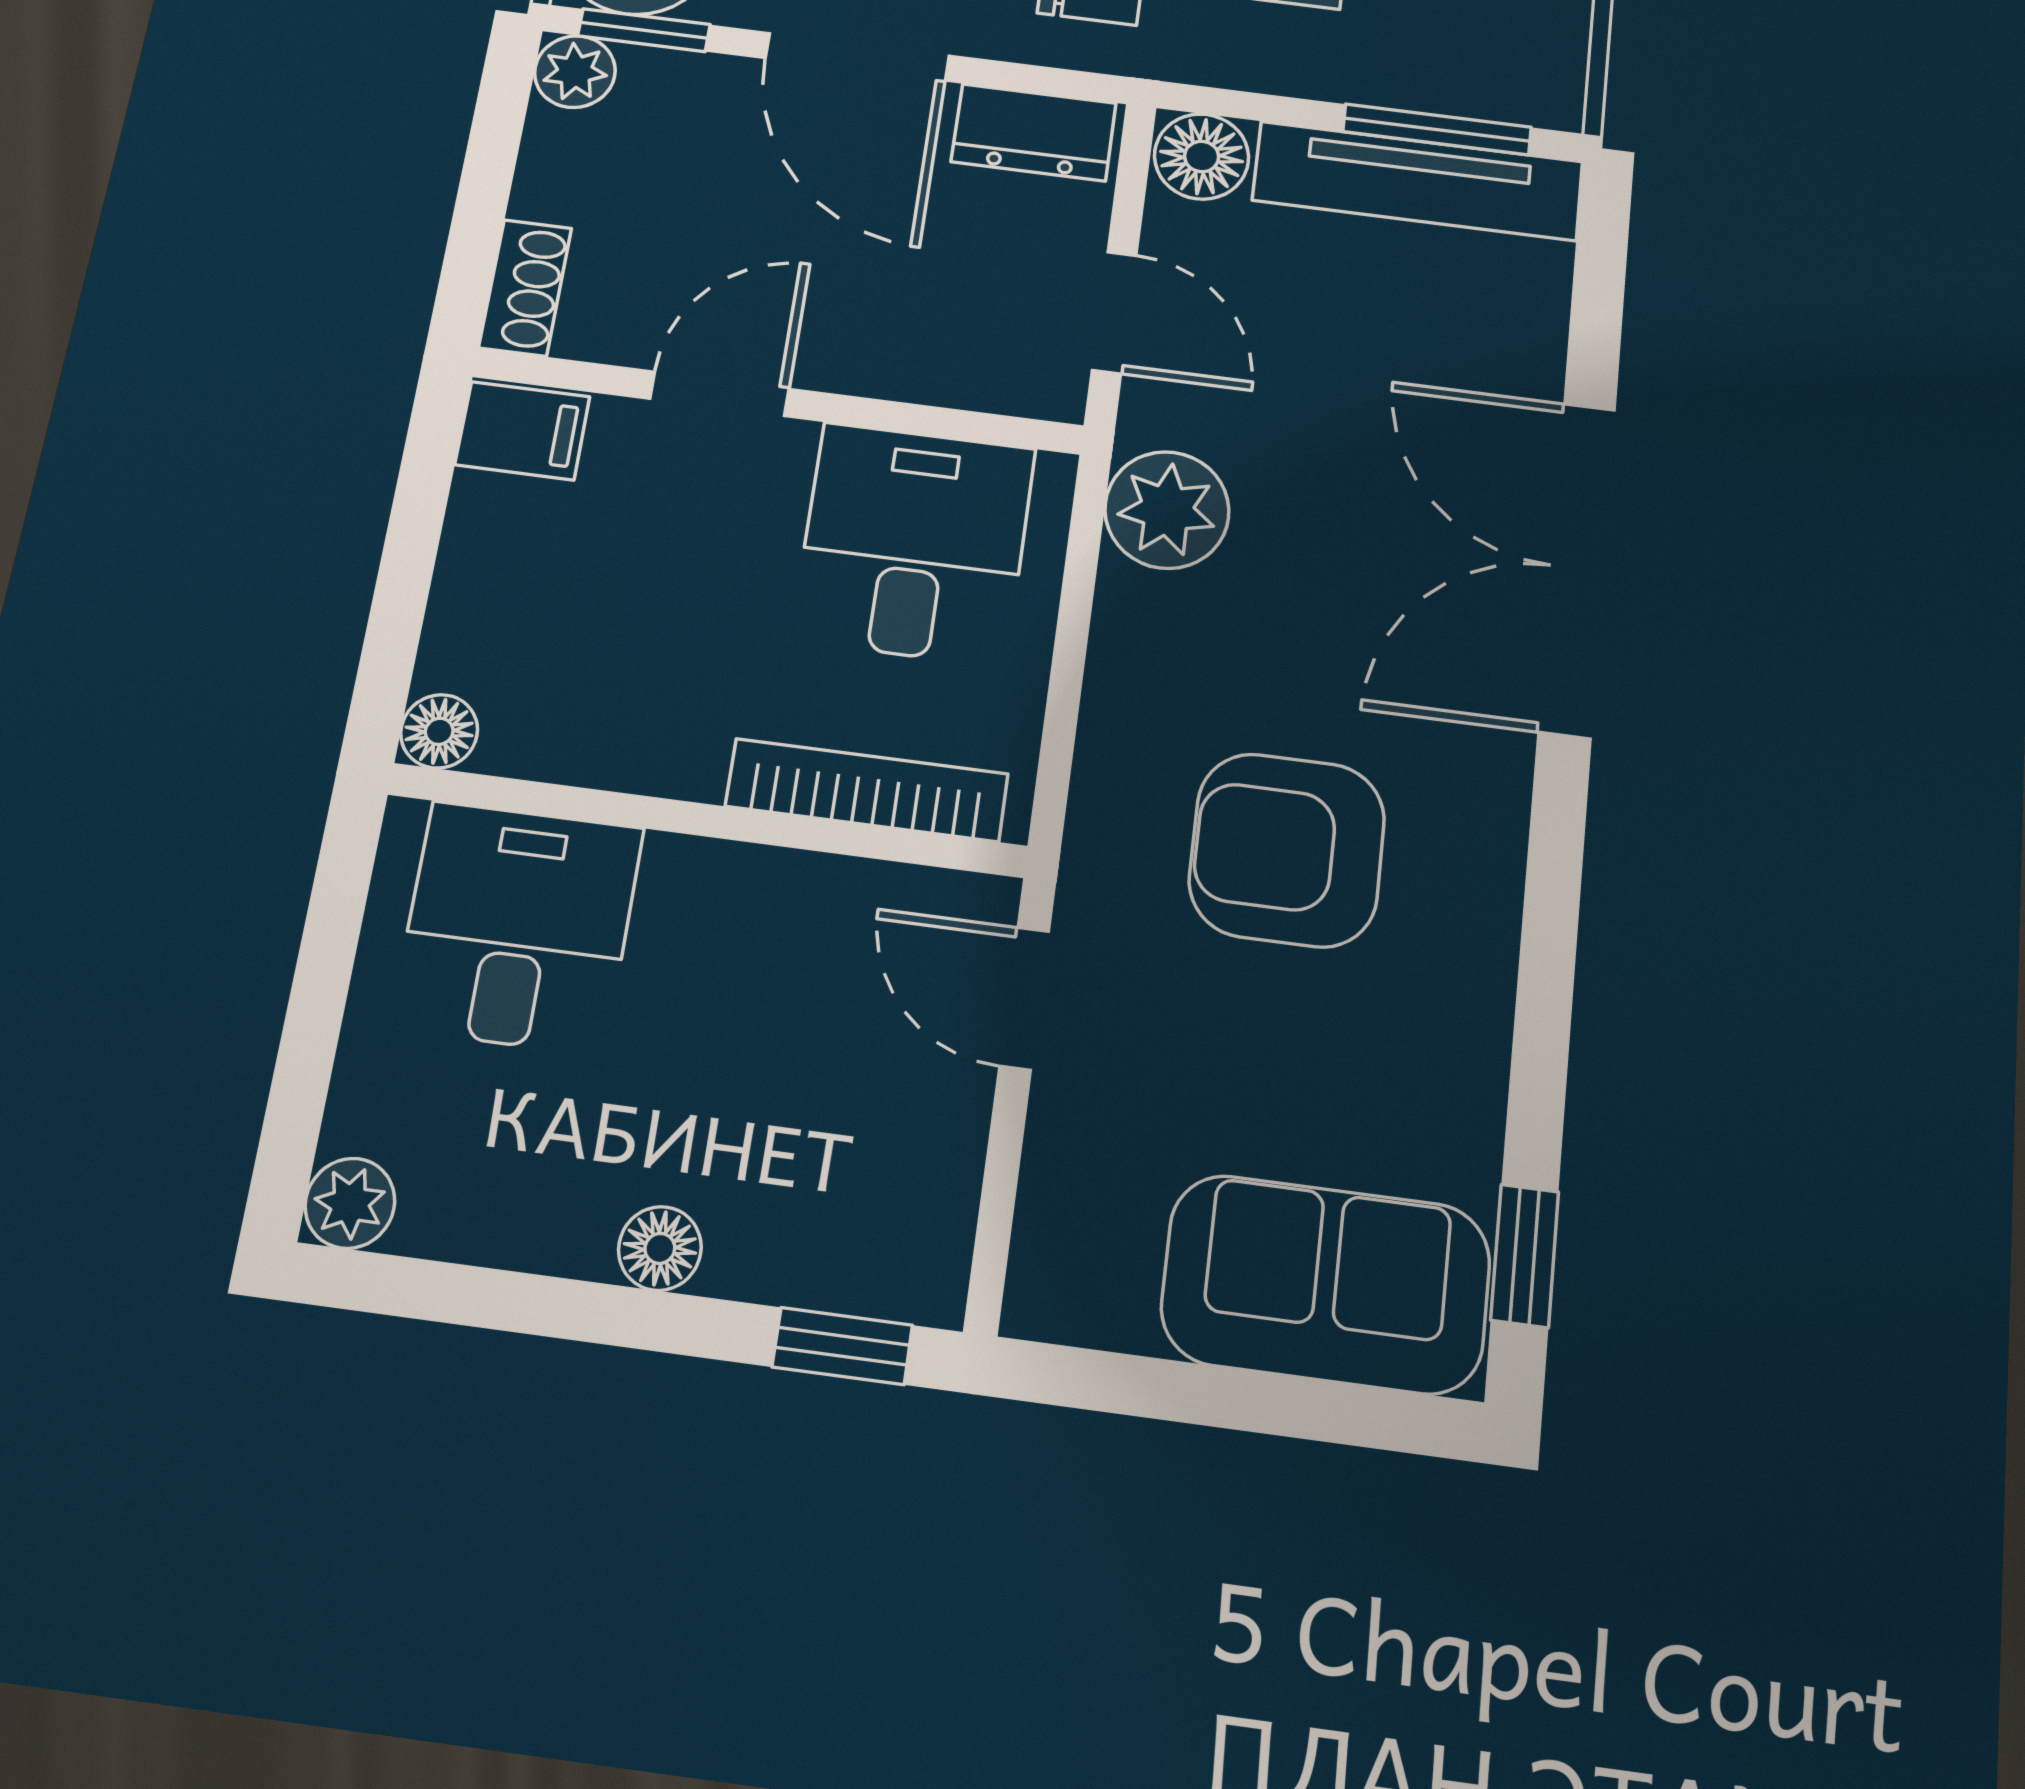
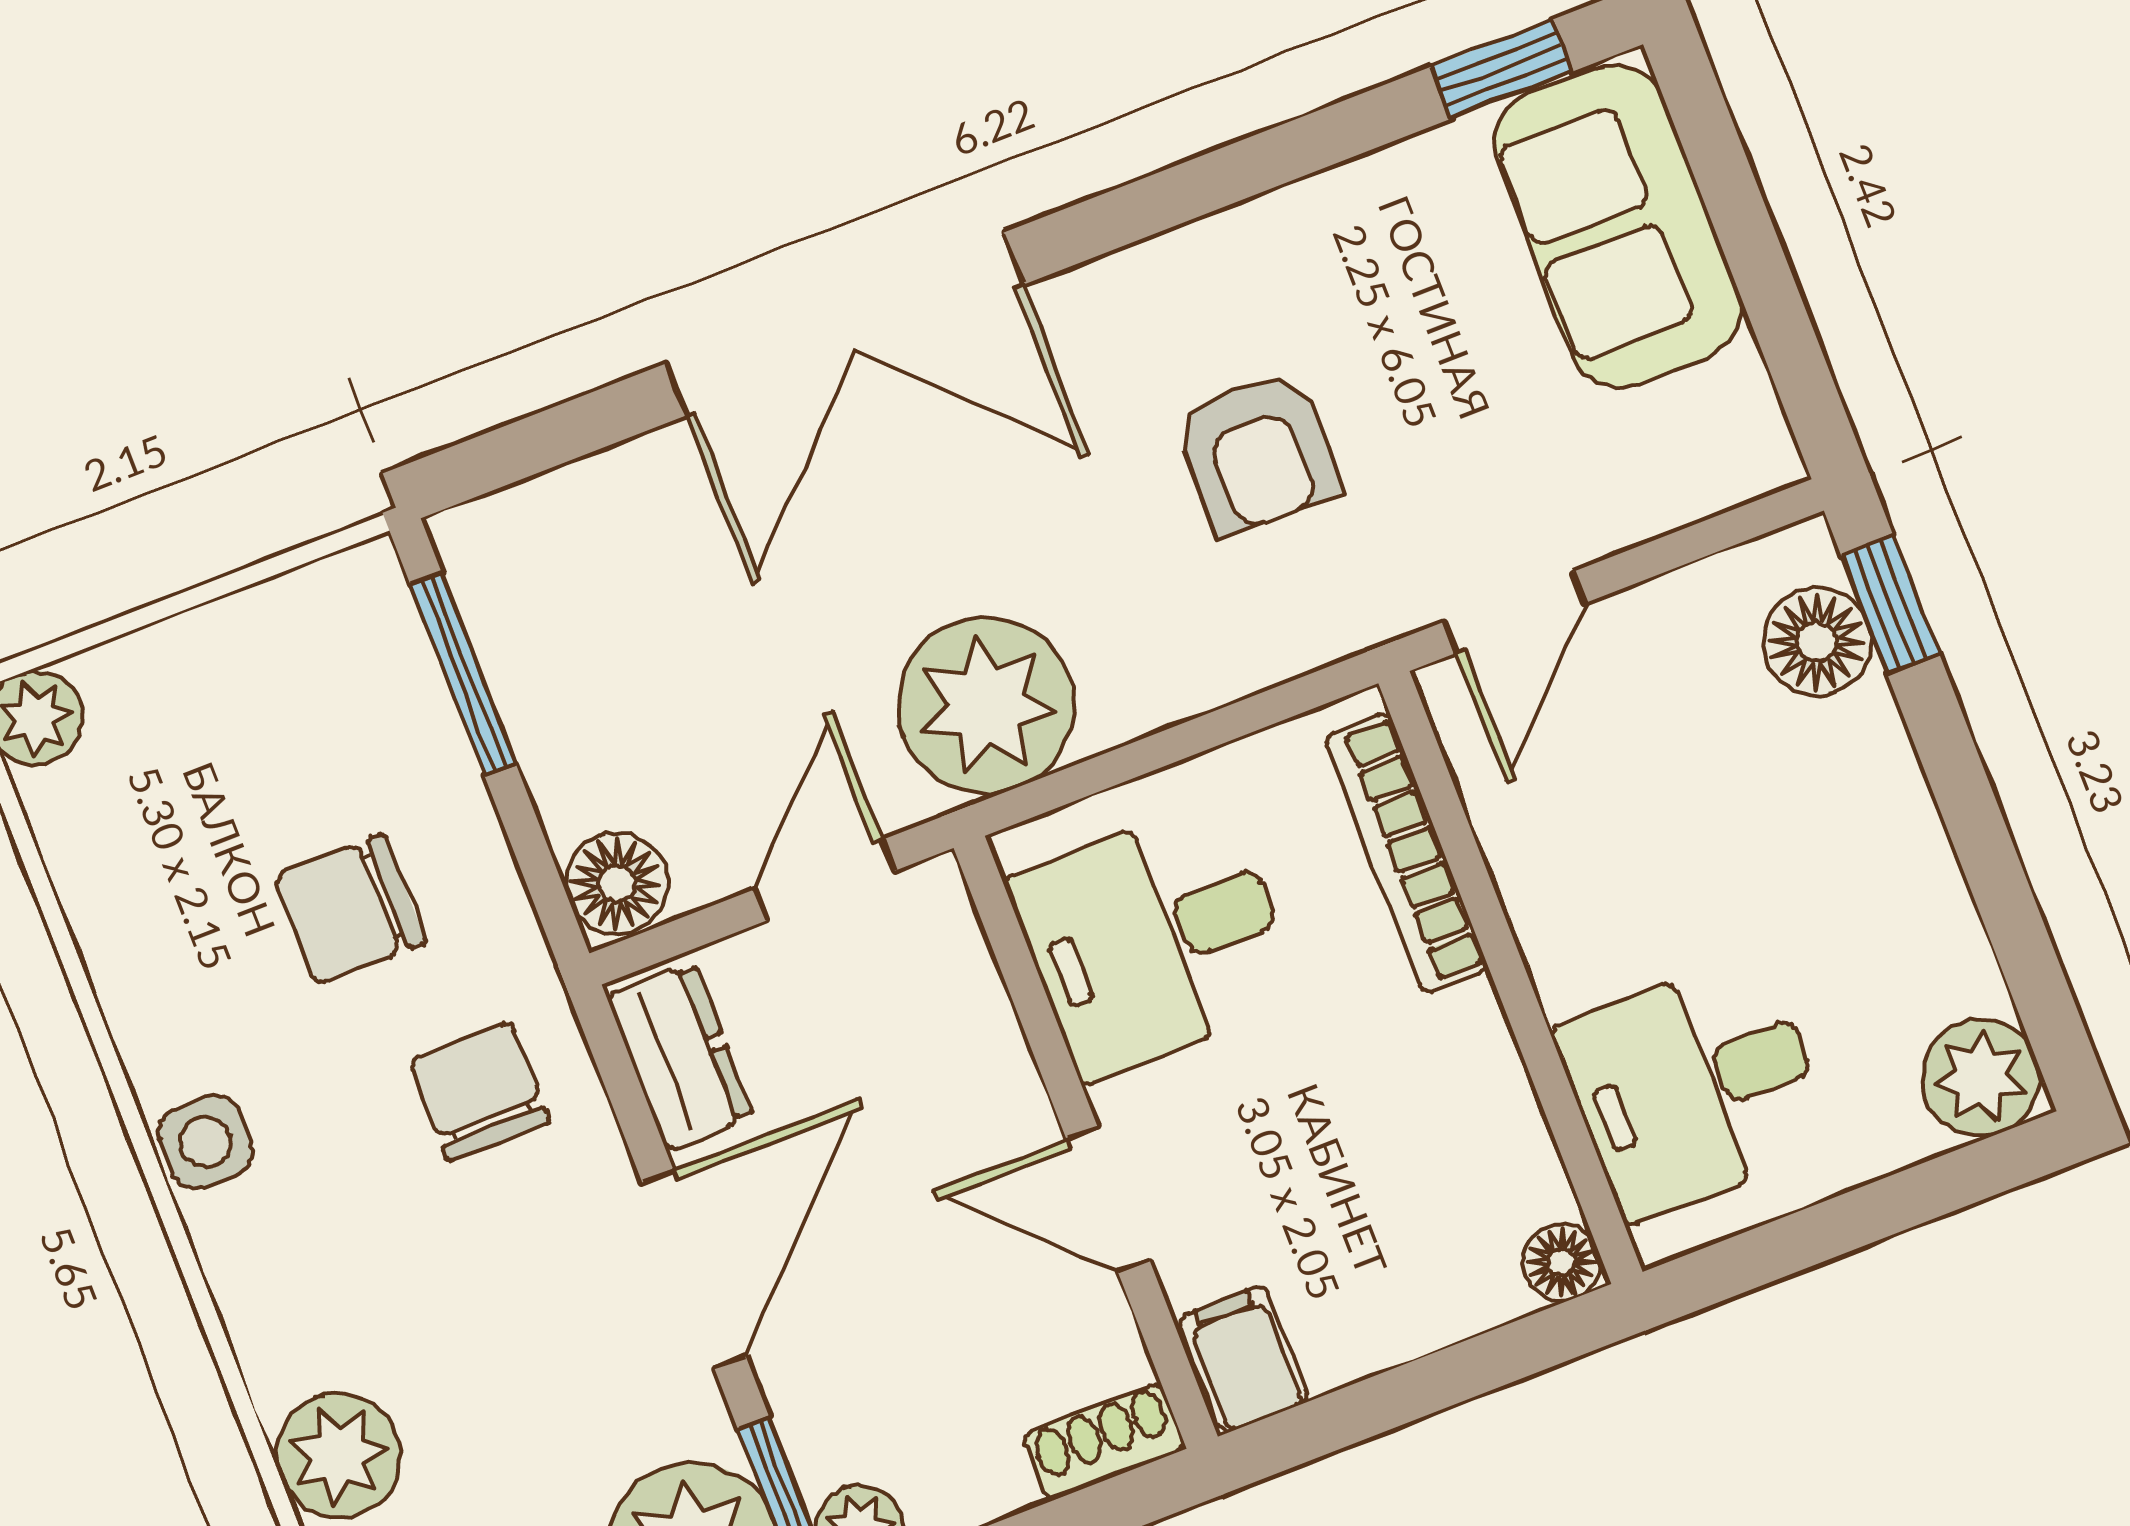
tv unit: (1418, 181) -> (529, 665), removed
plant: (1167, 510) -> (986, 705), width x1.36, depth x1.36
armchair: (1287, 850) -> (1256, 453), width x0.72, depth x0.72
plant: (350, 1203) -> (1981, 1078), width x1.38, depth x1.38
floor lamp: (660, 1248) -> (1817, 642), moved, width x1.37, depth x1.37

